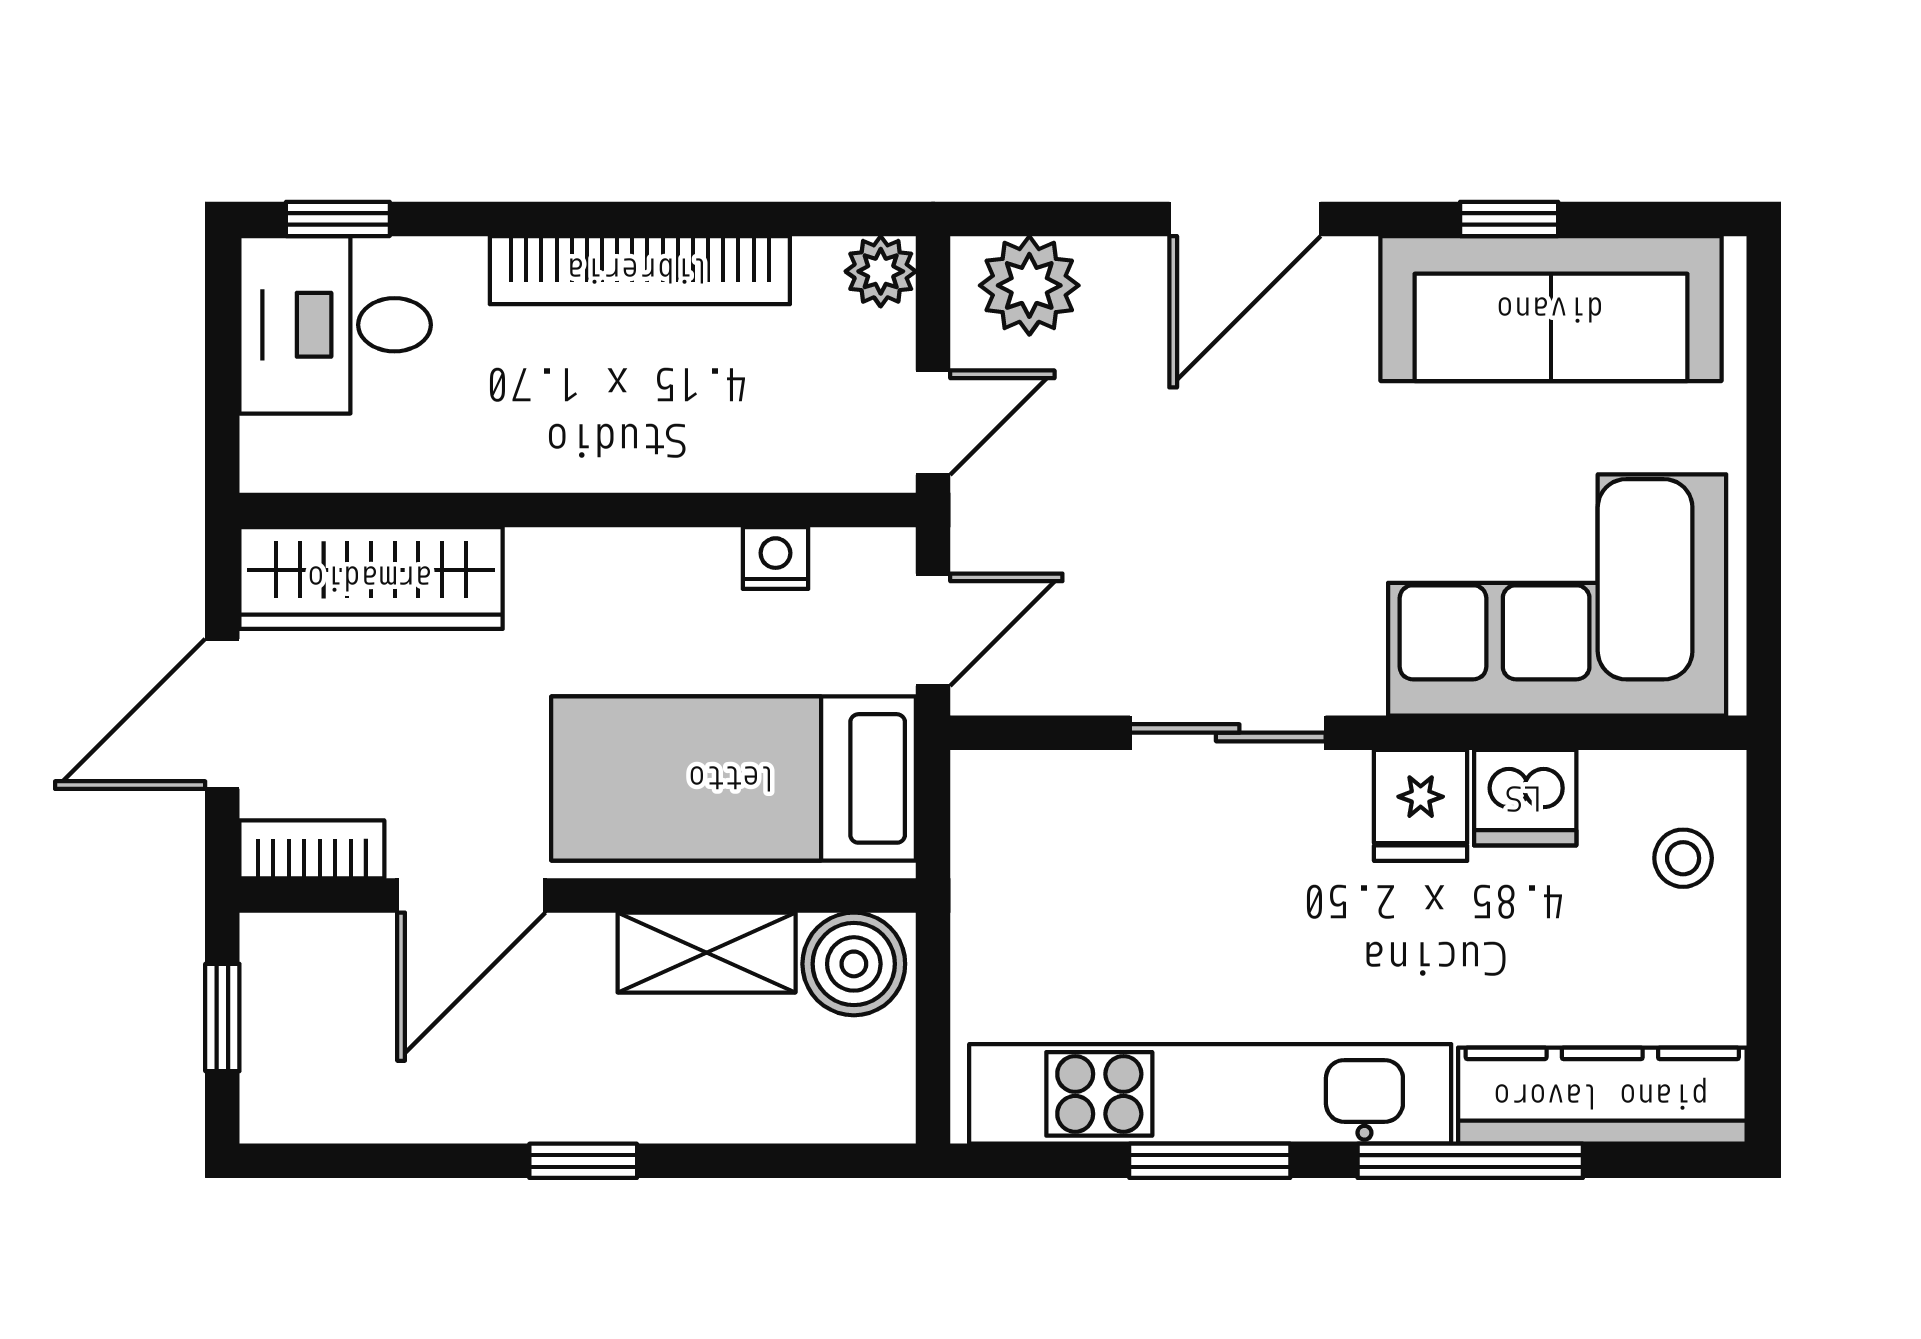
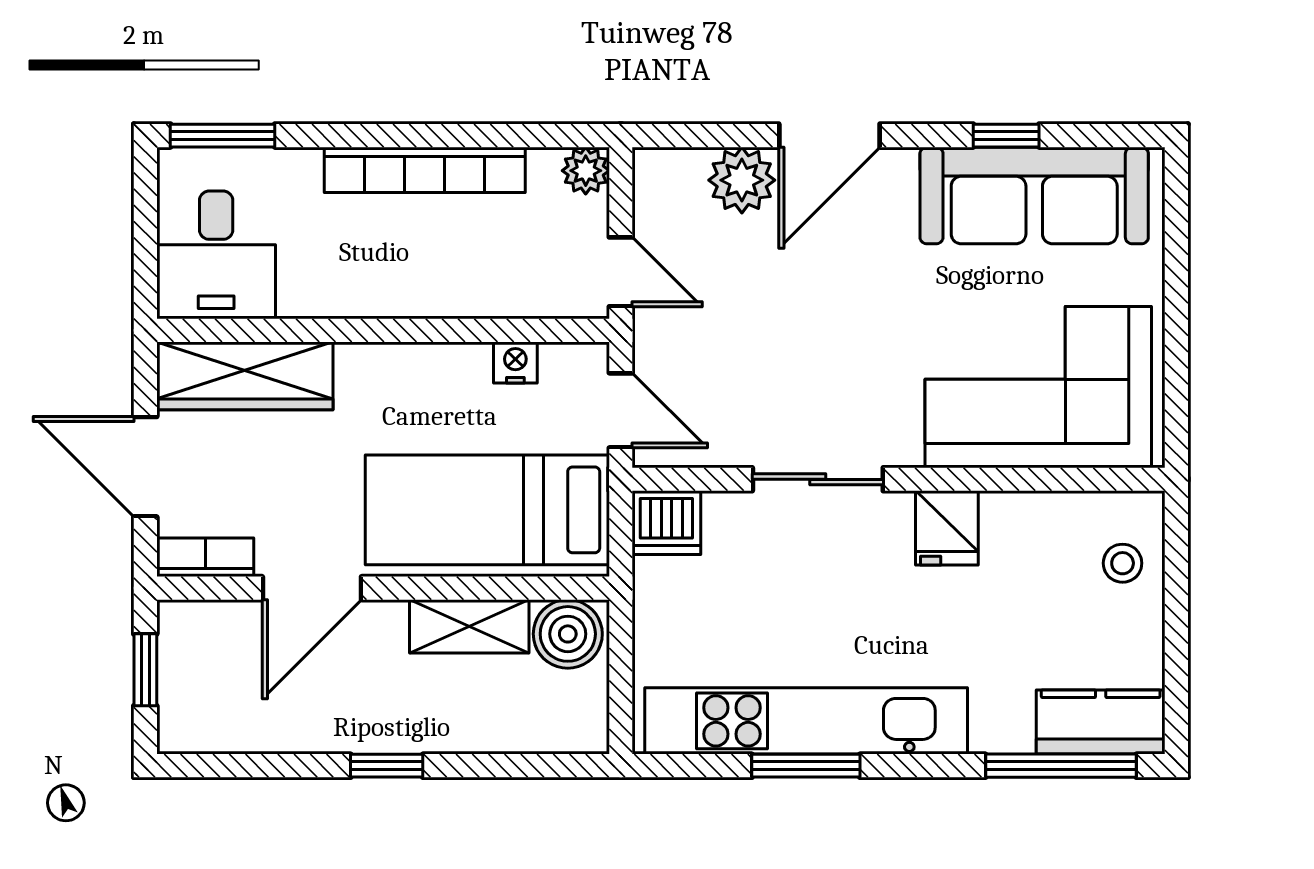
window: (338, 219) -> (223, 136), width x1.50
plant: (1029, 285) -> (742, 180), moved
desk: (335, 325) -> (216, 255), moved, turned -90
door: (933, 423) -> (621, 272), hinge flipped
door: (933, 630) -> (621, 410), hinge flipped
door: (222, 714) -> (145, 467), hinge flipped
dishwasher: (1525, 798) -> (666, 523), moved
kitchen counter: (1602, 1096) -> (1101, 722), width x0.67
window: (1470, 1161) -> (1061, 766), moved

